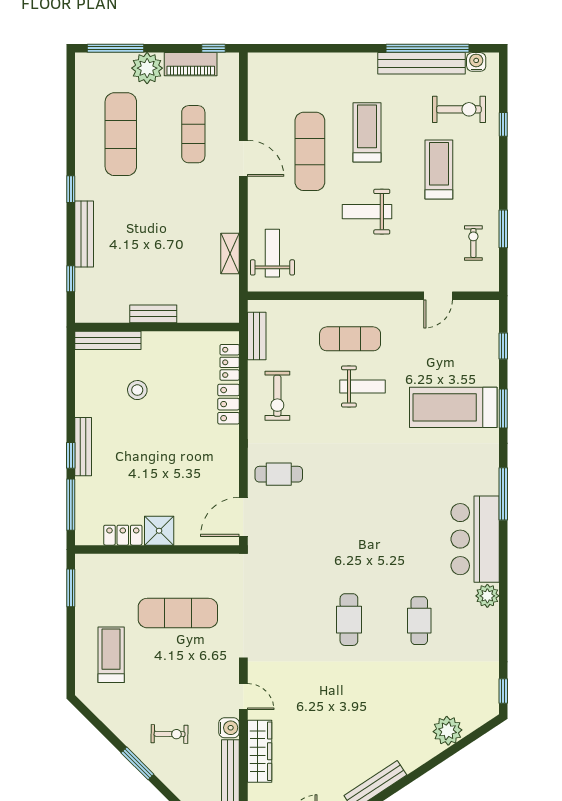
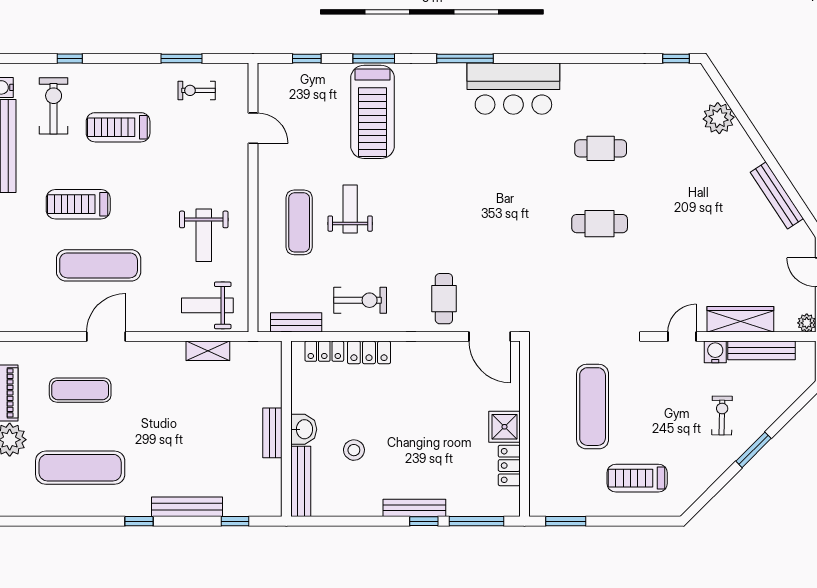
weight bench: (367, 212) -> (204, 235), moved
washbasin: (157, 343) -> (304, 429), added
plant: (487, 596) -> (574, 76), removed

